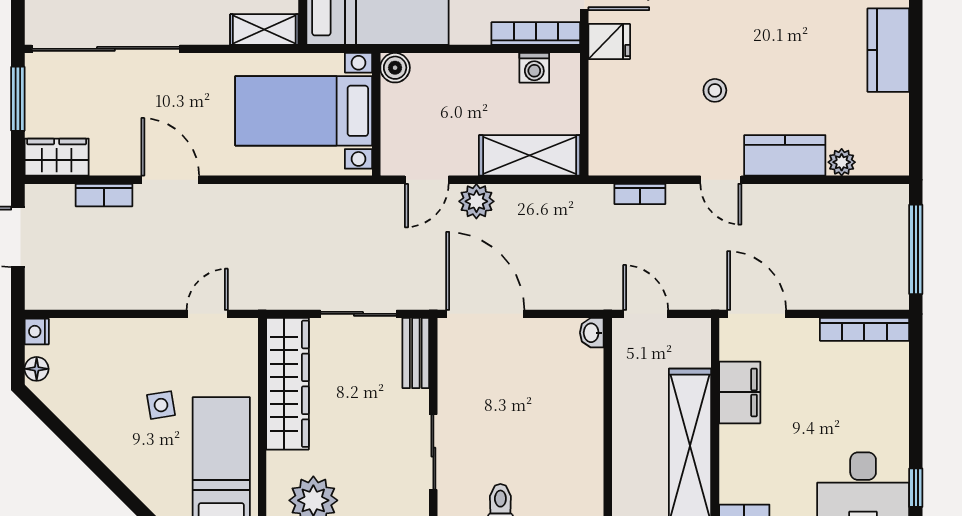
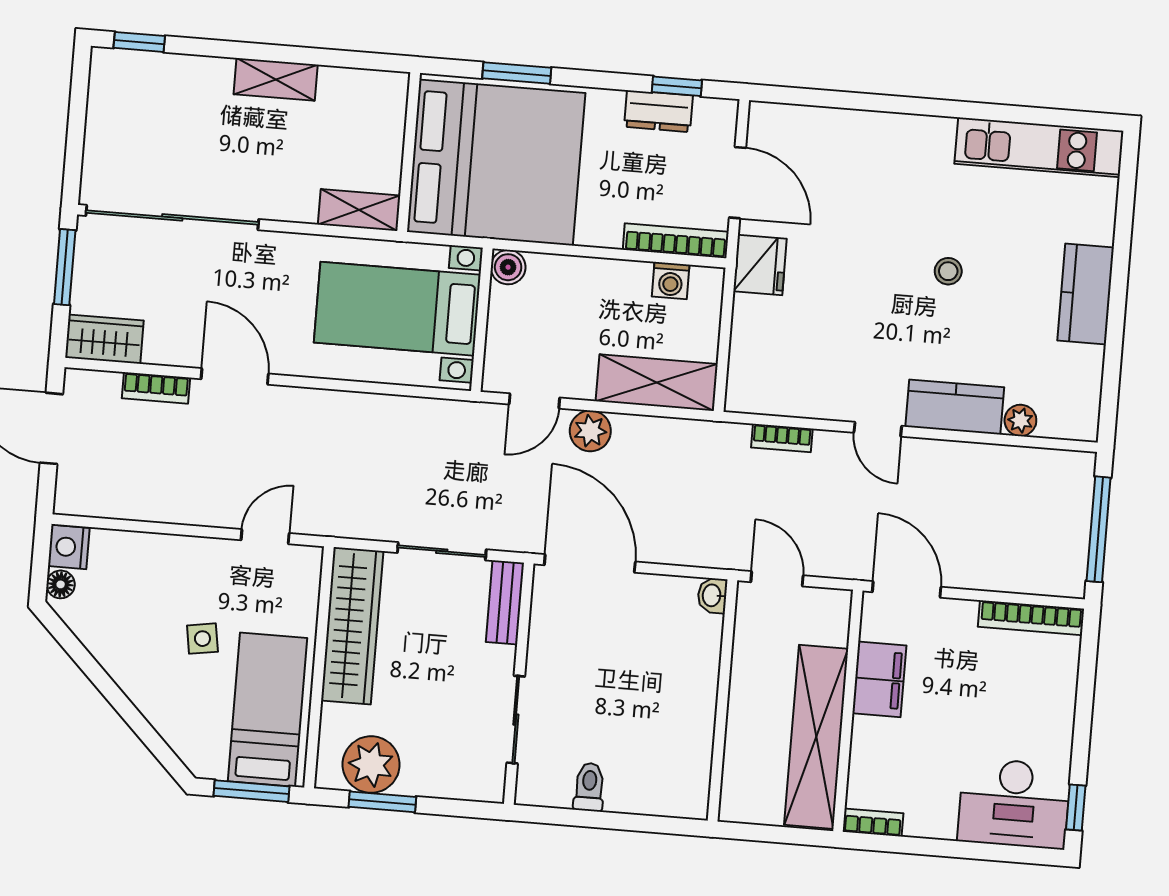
fridge: (609, 41) -> (760, 265), width x1.38
stool: (715, 90) -> (948, 271), moved
nightstand: (37, 331) -> (69, 547), width x1.39, depth x1.35

